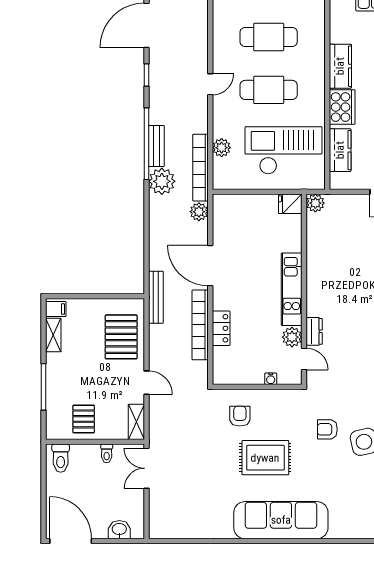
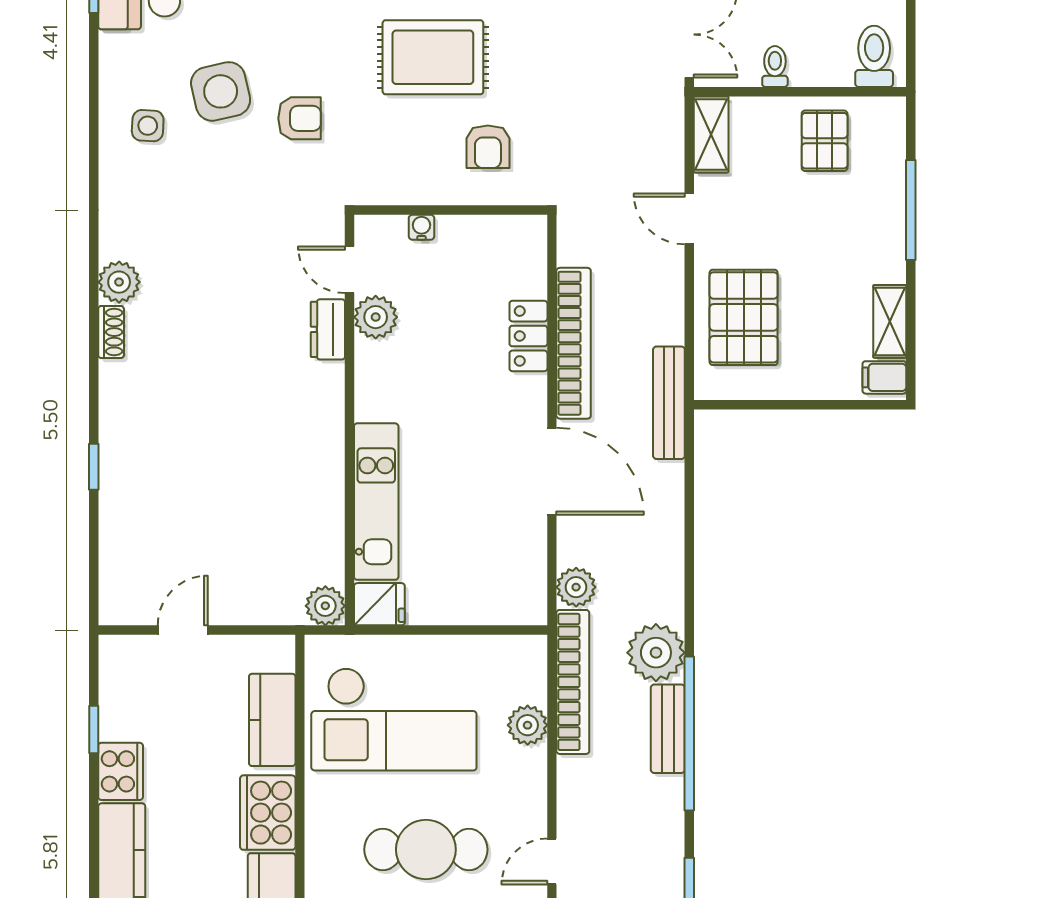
kitchen unit: (292, 289) -> (376, 502), moved

